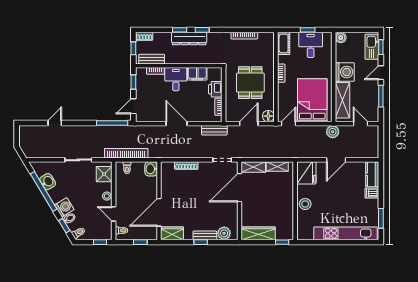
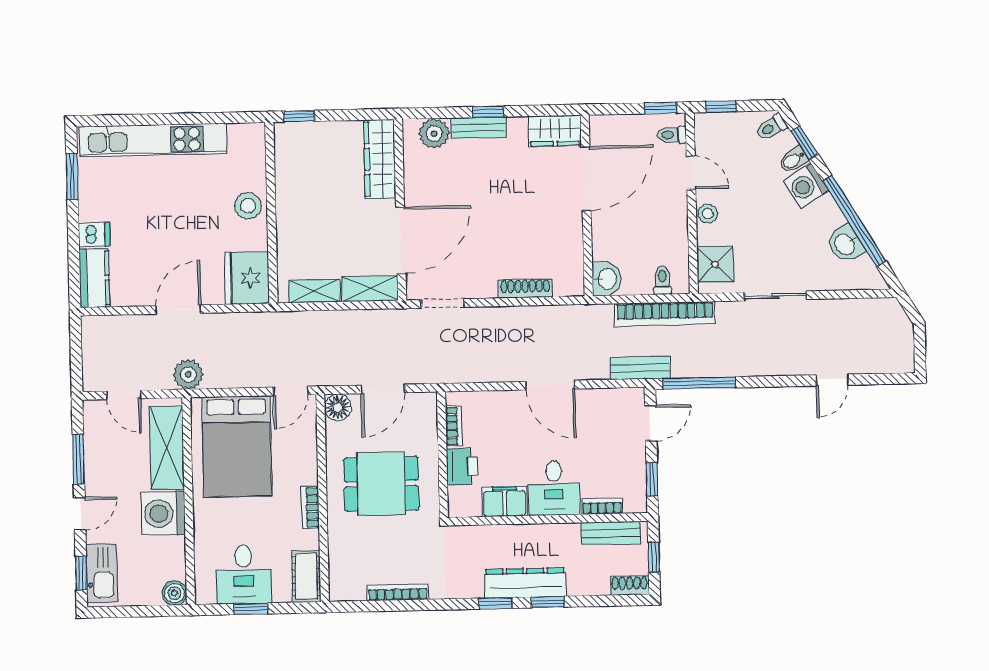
dining table: (250, 83) -> (381, 484), turned 90
bench: (214, 130) -> (640, 368), moved
wardrobe: (258, 233) -> (380, 159), moved, turned 90
window: (140, 242) -> (660, 108), moved

